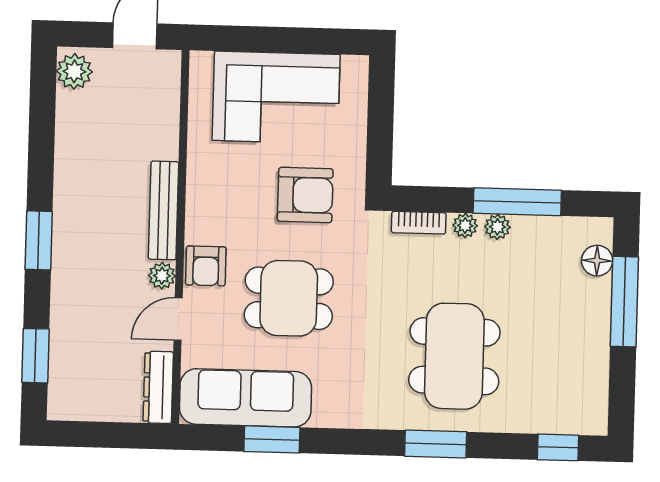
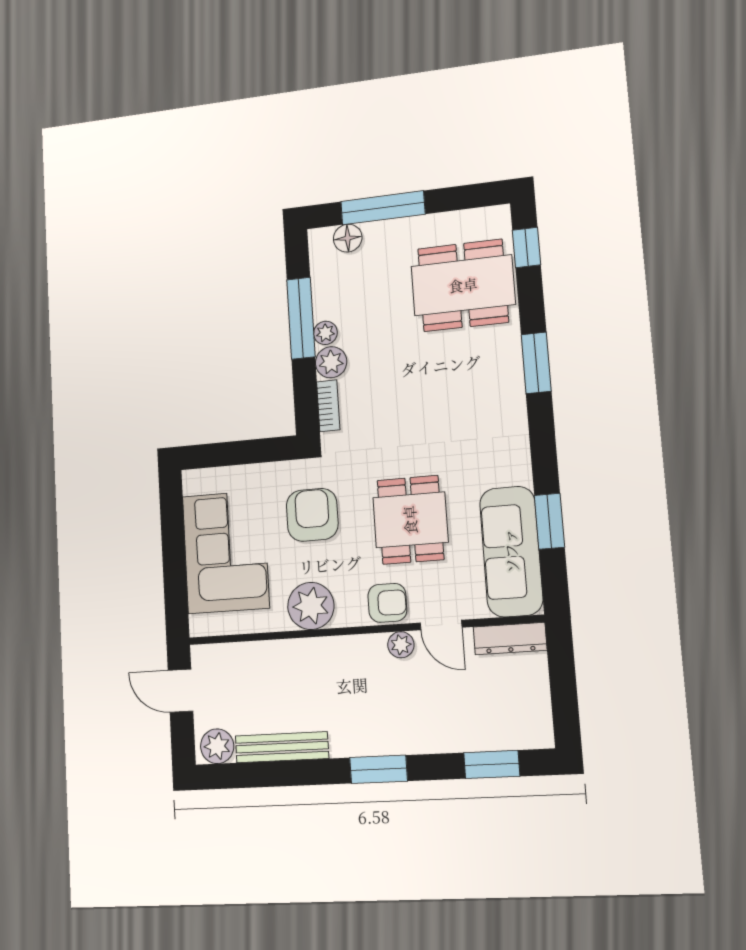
plant: (210, 185) -> (311, 606), added
bench: (164, 210) -> (282, 747), moved
plant: (465, 226) -> (331, 362), width x1.38, depth x1.38
dining table: (454, 356) -> (463, 285), moved

